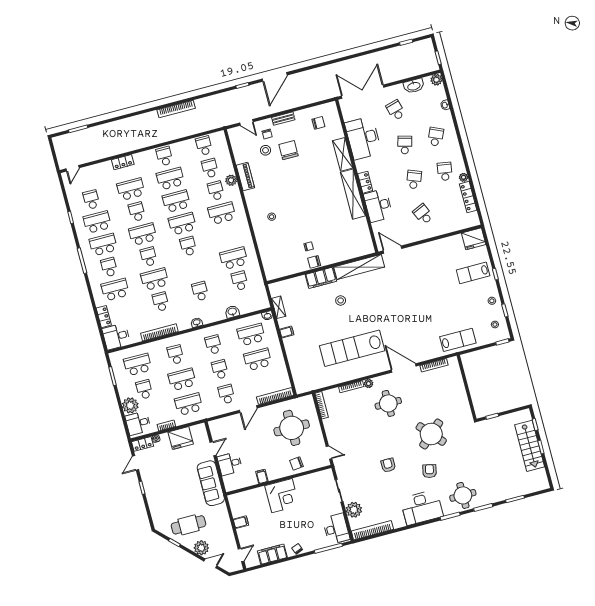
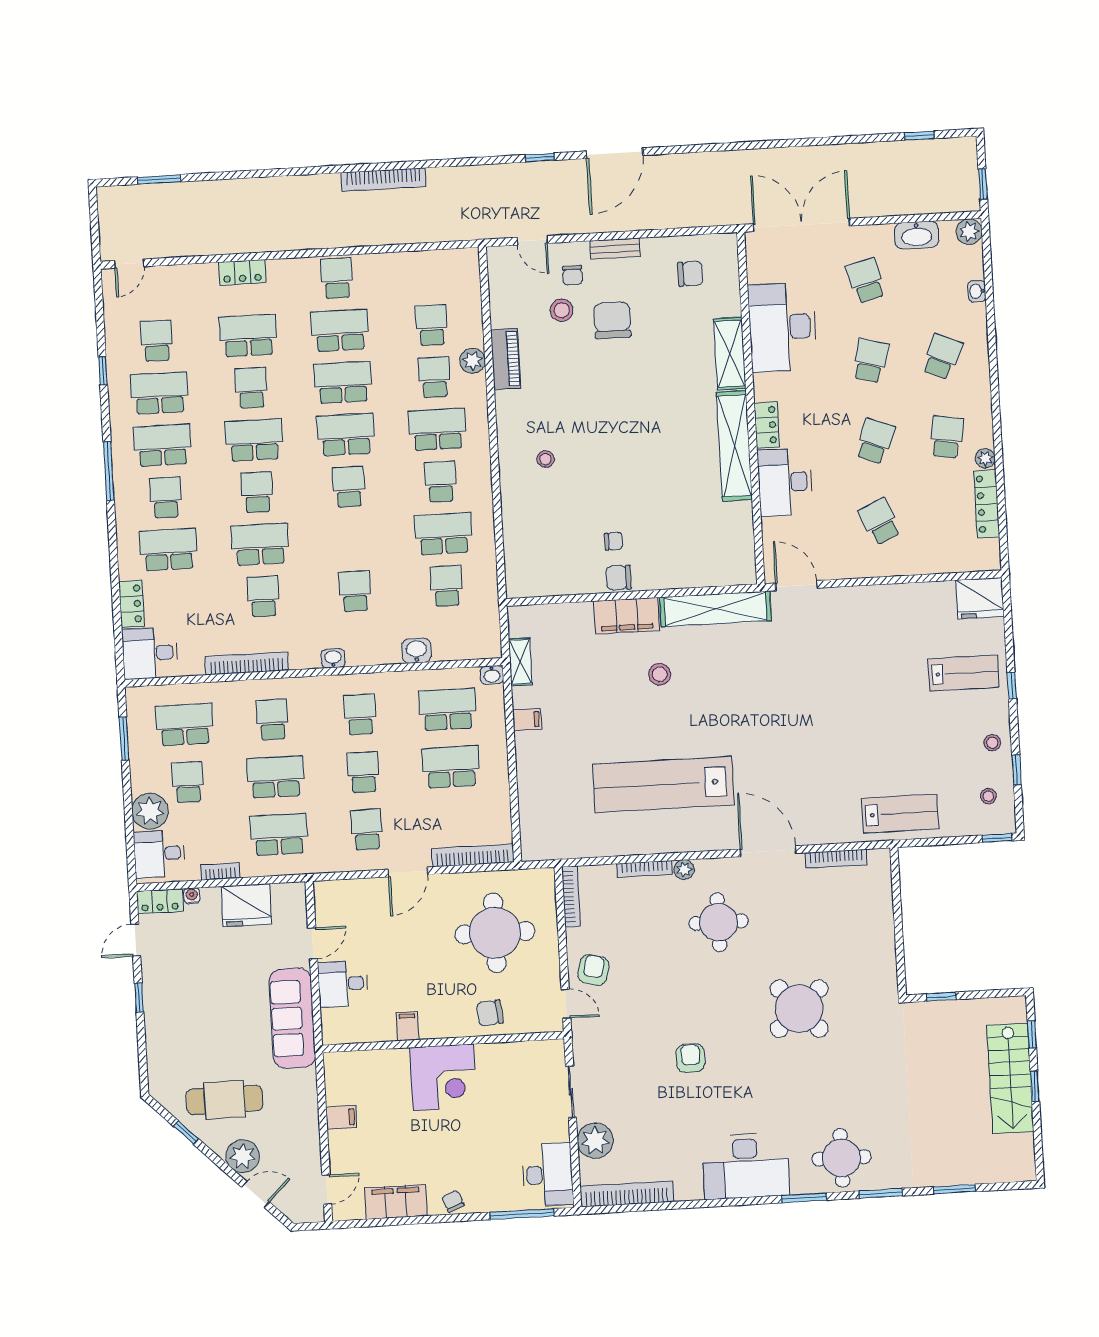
school desk: (204, 146) -> (440, 482), moved
lab bench: (473, 273) -> (963, 673), turned 180
armchair: (429, 471) -> (593, 970), moved

